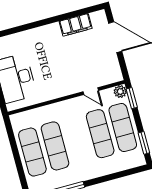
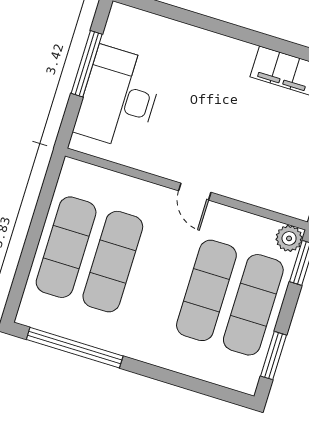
door: (91, 91) -> (195, 192), moved

